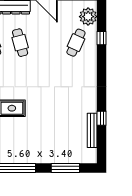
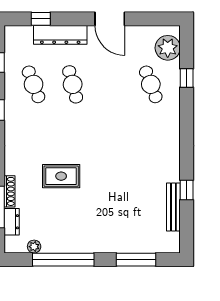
cafe table: (76, 43) -> (151, 84), turned -45

